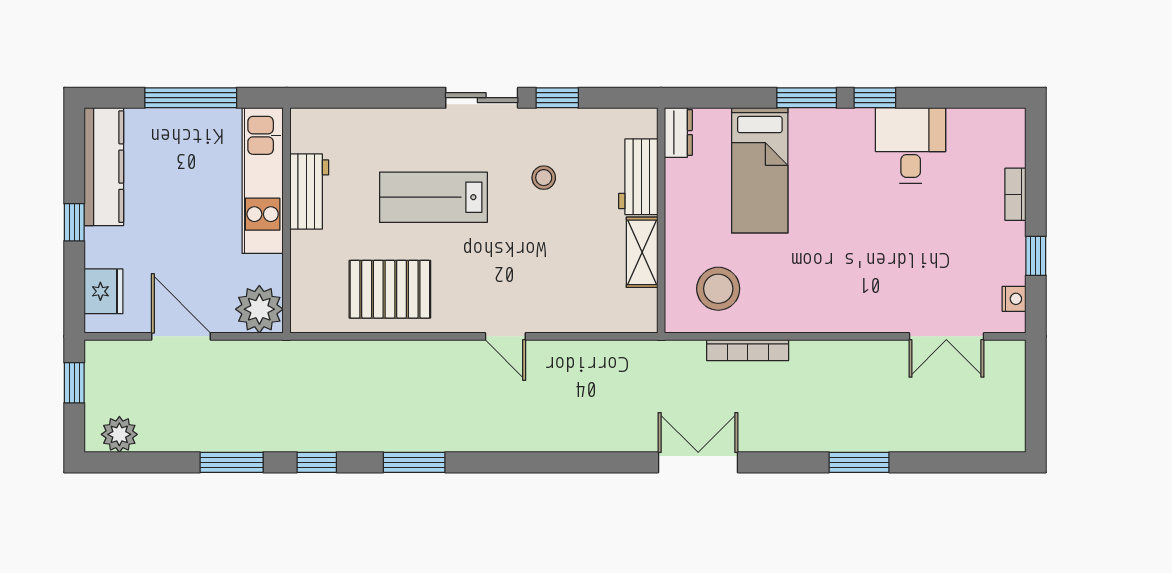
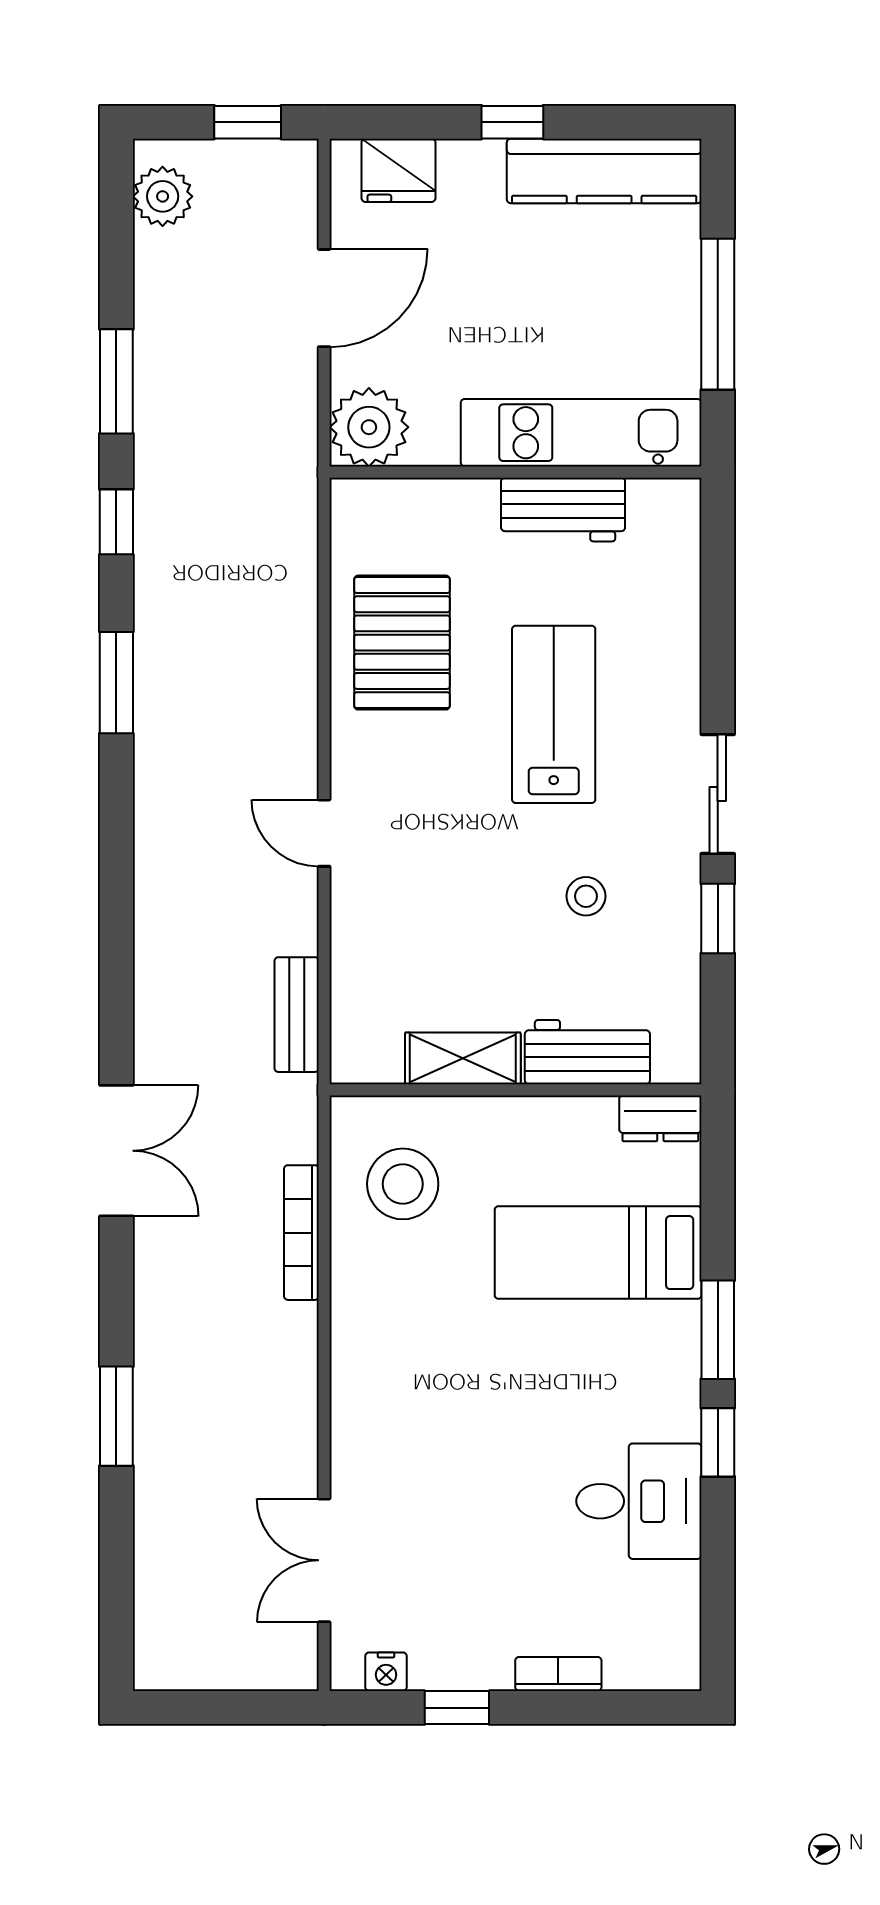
door: (505, 336) -> (324, 833), hinge flipped
bench: (616, 353) -> (297, 1015), added

